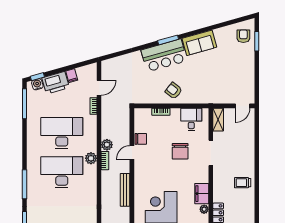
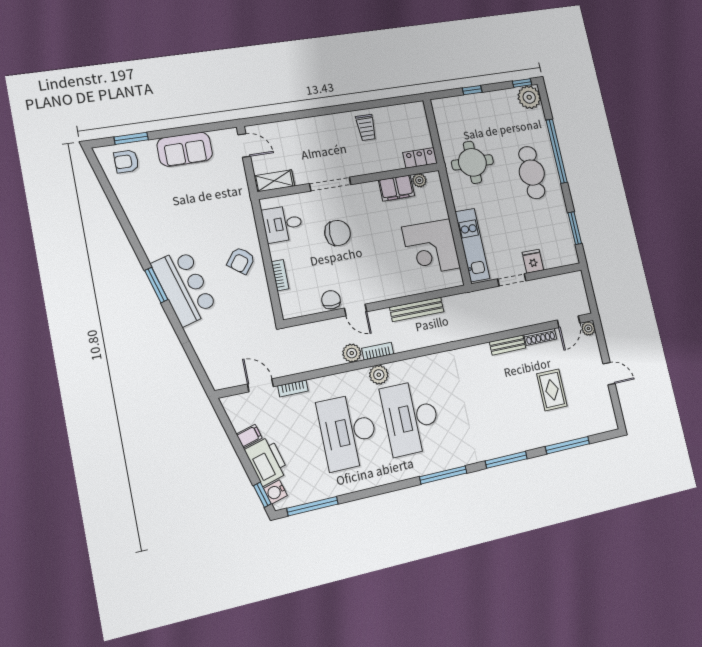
sofa: (199, 43) -> (185, 149), moved, turned 106

